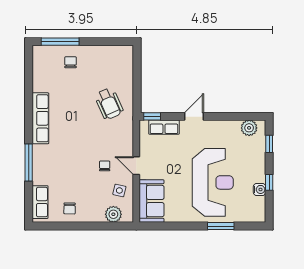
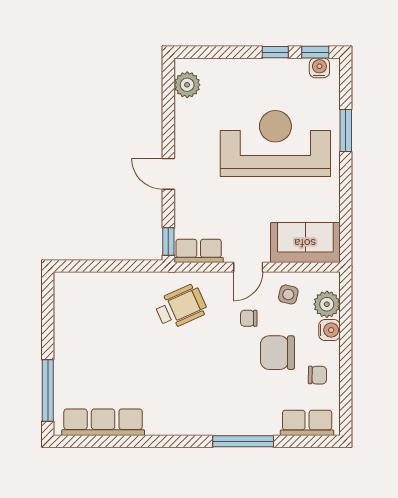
chair: (71, 62) -> (277, 353), moved, width x1.87, depth x1.87
wheelchair: (109, 104) -> (181, 307), moved
row of seats: (40, 118) -> (103, 422), moved
row of seats: (164, 127) -> (199, 251), moved, turned -90
window: (269, 144) -> (315, 52), moved
water cooler: (260, 189) -> (319, 68), moved
water cooler: (97, 216) -> (329, 330), added

